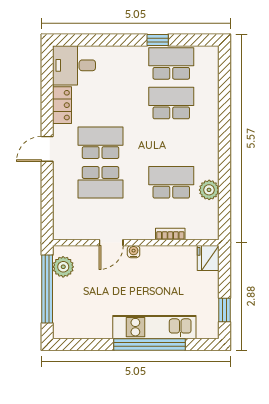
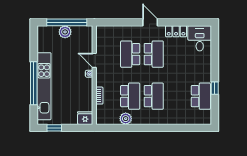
school desk: (171, 103) -> (154, 96), moved
plant: (63, 267) -> (65, 32), moved
kitchen unit: (154, 327) -> (44, 86), width x1.36

